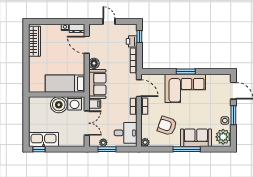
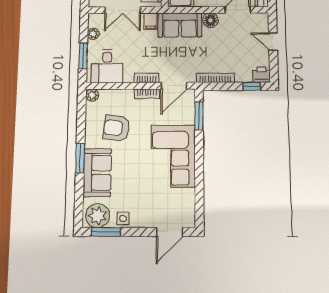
door: (109, 21) -> (273, 42), swing flipped
printer: (132, 41) -> (261, 75), moved
window: (186, 72) -> (199, 116), moved
window: (233, 115) -> (106, 232), moved
armchair: (167, 126) -> (116, 128), turned -102
window: (107, 149) -> (83, 56), moved
window: (187, 149) -> (80, 158), width x0.69

